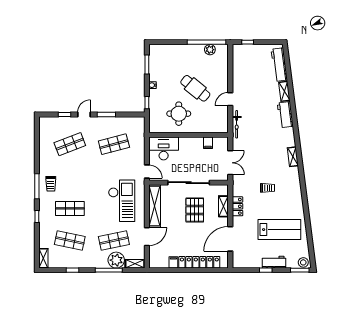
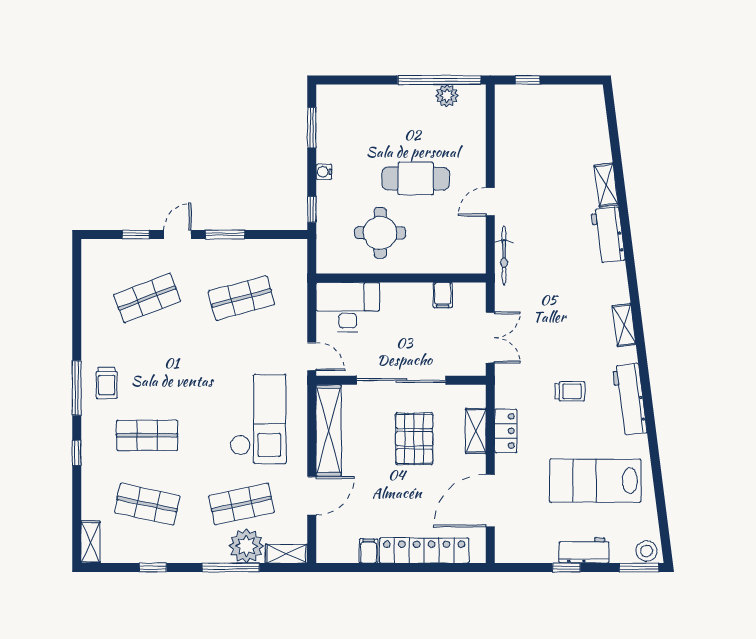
workbench: (279, 65) -> (630, 399), moved
cafe table: (195, 88) -> (416, 179), turned -39
lab bench: (279, 230) -> (595, 481), turned 180

